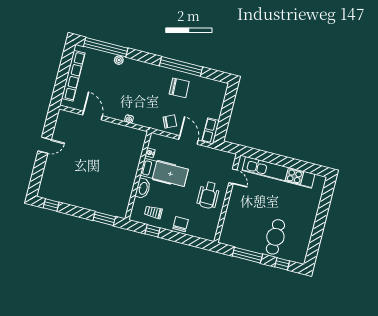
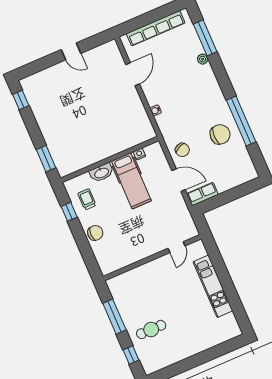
window: (106, 47) -> (205, 38), width x0.68
chair: (179, 88) -> (220, 134), turned -88
door: (188, 140) -> (179, 180), hinge flipped
kitchen unit: (278, 172) -> (213, 286), width x0.73
wheelchair: (208, 195) -> (142, 238), removed
cafe table: (275, 237) -> (151, 329), width x0.73, depth x0.74

